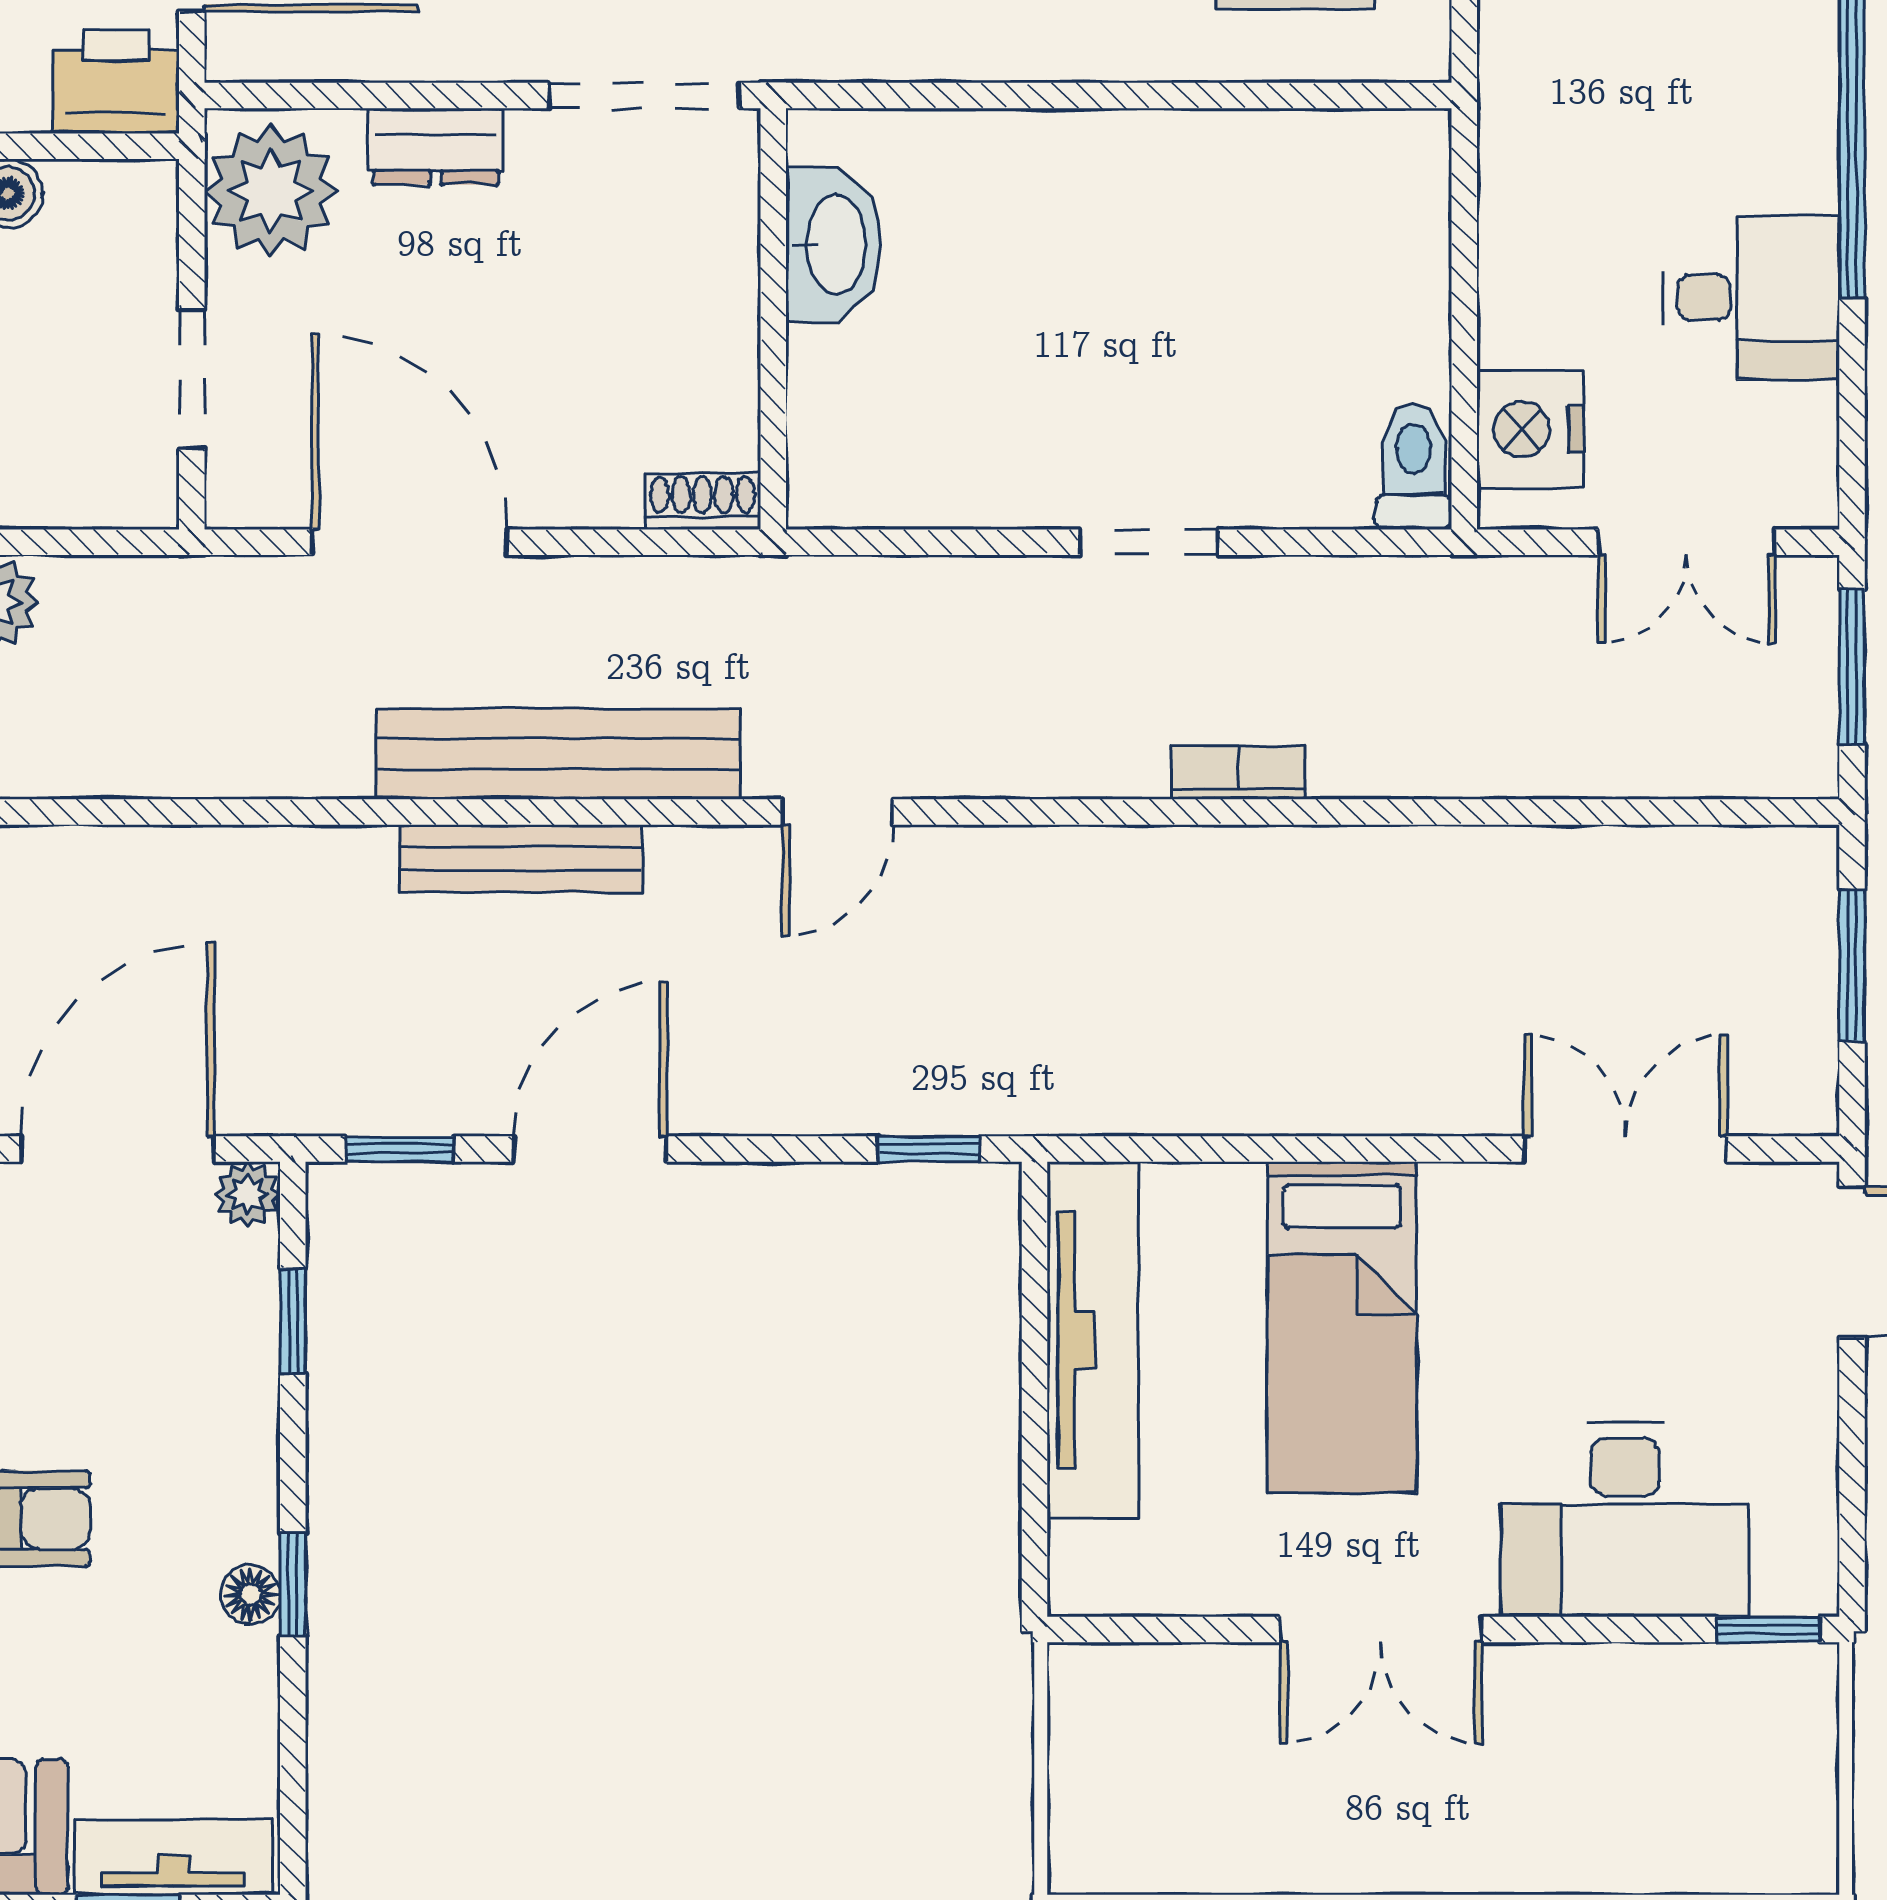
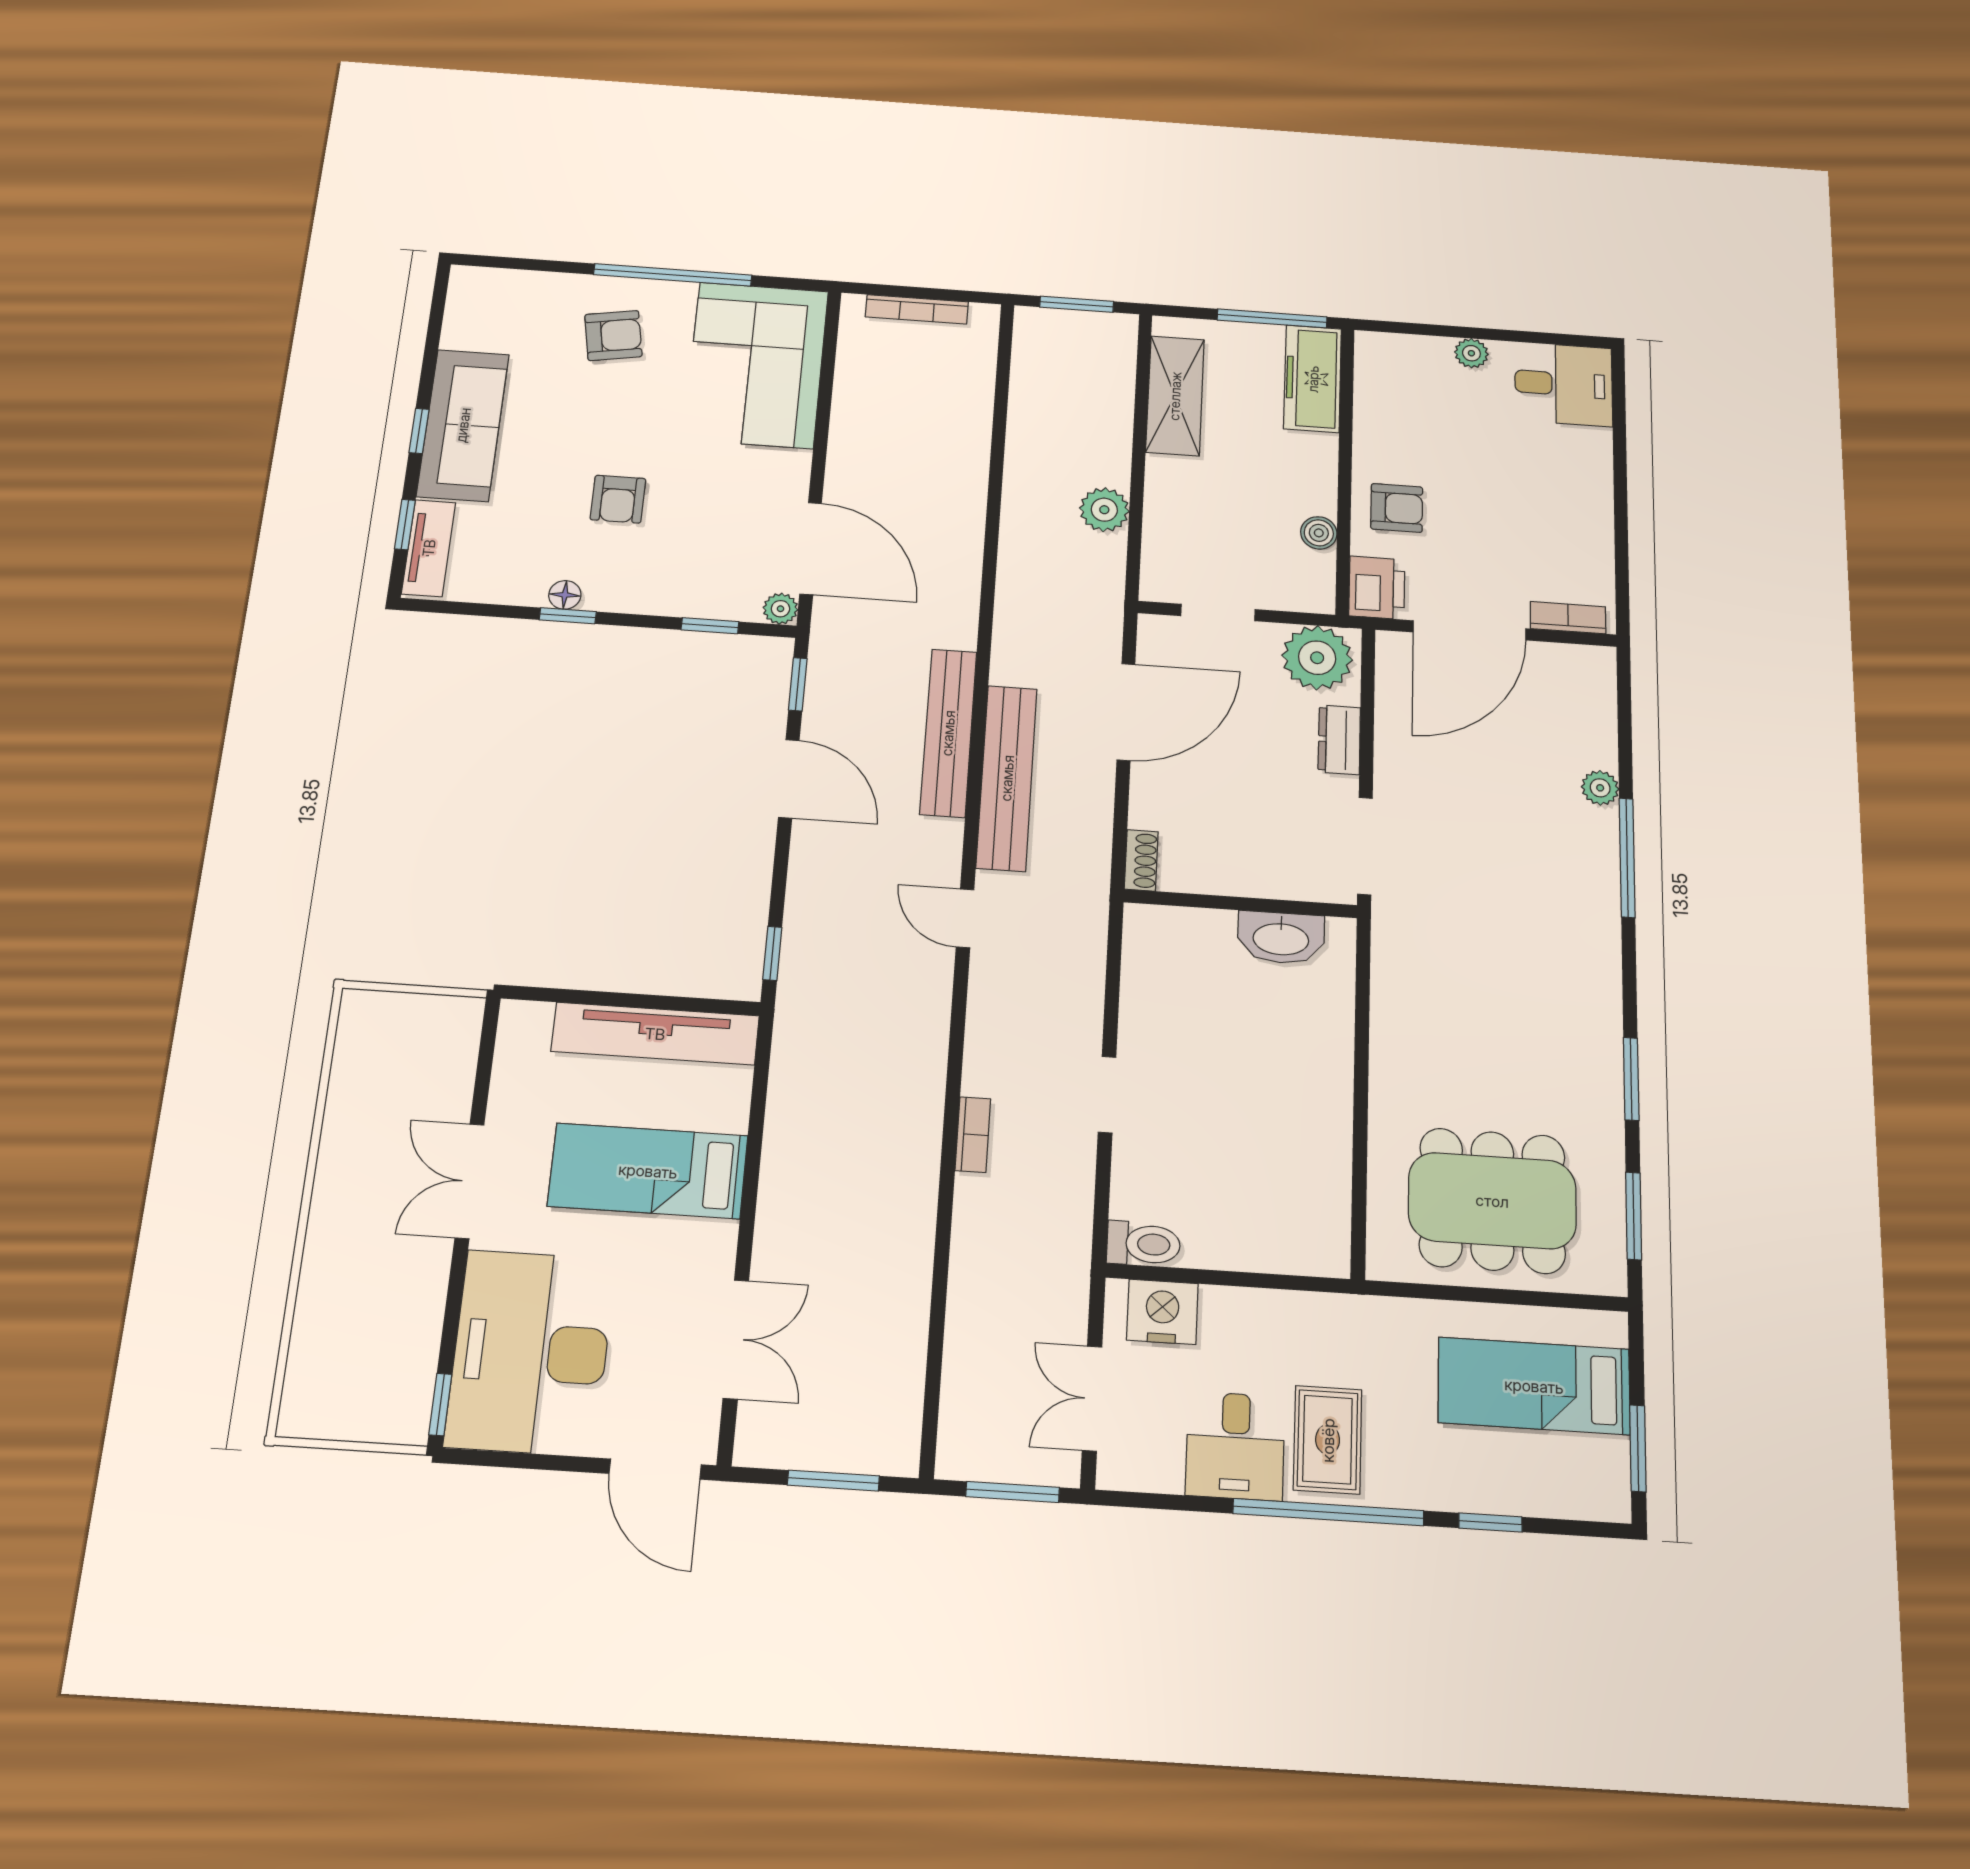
rug: (1731, 142) -> (1328, 1440), added
bench: (521, 859) -> (948, 733), width x1.37, depth x1.21
desk: (1625, 1520) -> (531, 1352), width x1.36, depth x1.30

